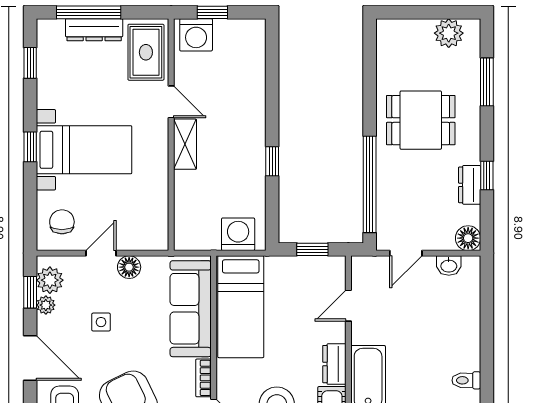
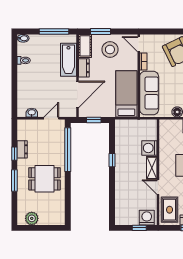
window: (487, 82) -> (14, 180), moved
washing machine: (238, 234) -> (149, 148), moved, turned 90
floor lamp: (468, 238) -> (23, 125), removed
door: (348, 306) -> (77, 94), width x1.88

